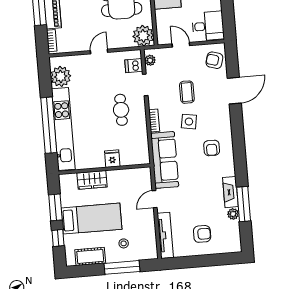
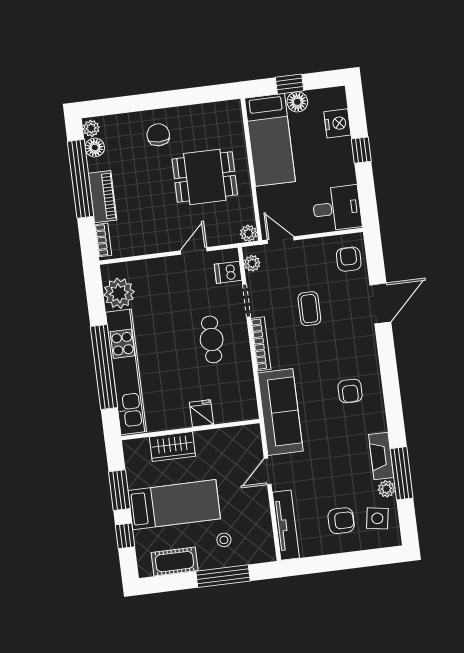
plant: (143, 36) -> (249, 233), width x0.53, depth x0.53
door: (181, 45) -> (281, 240), moved
door: (99, 51) -> (194, 251), moved
armchair: (214, 60) -> (349, 259), turned 74
bookcase: (154, 121) -> (261, 344), width x1.56
side table: (189, 122) -> (377, 518), moved

